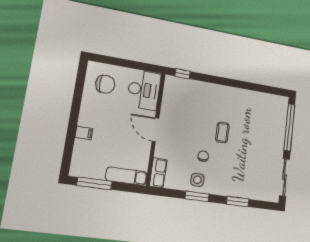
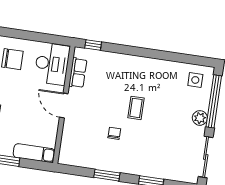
plant: (278, 142) -> (200, 118), added
row of seats: (158, 173) -> (78, 73), moved
side table: (197, 180) -> (195, 80), moved

